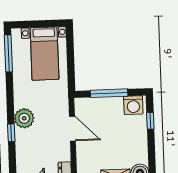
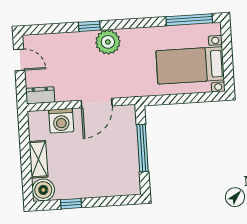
washing machine: (133, 105) -> (61, 121), moved, turned -90
window: (150, 121) -> (71, 204), moved

